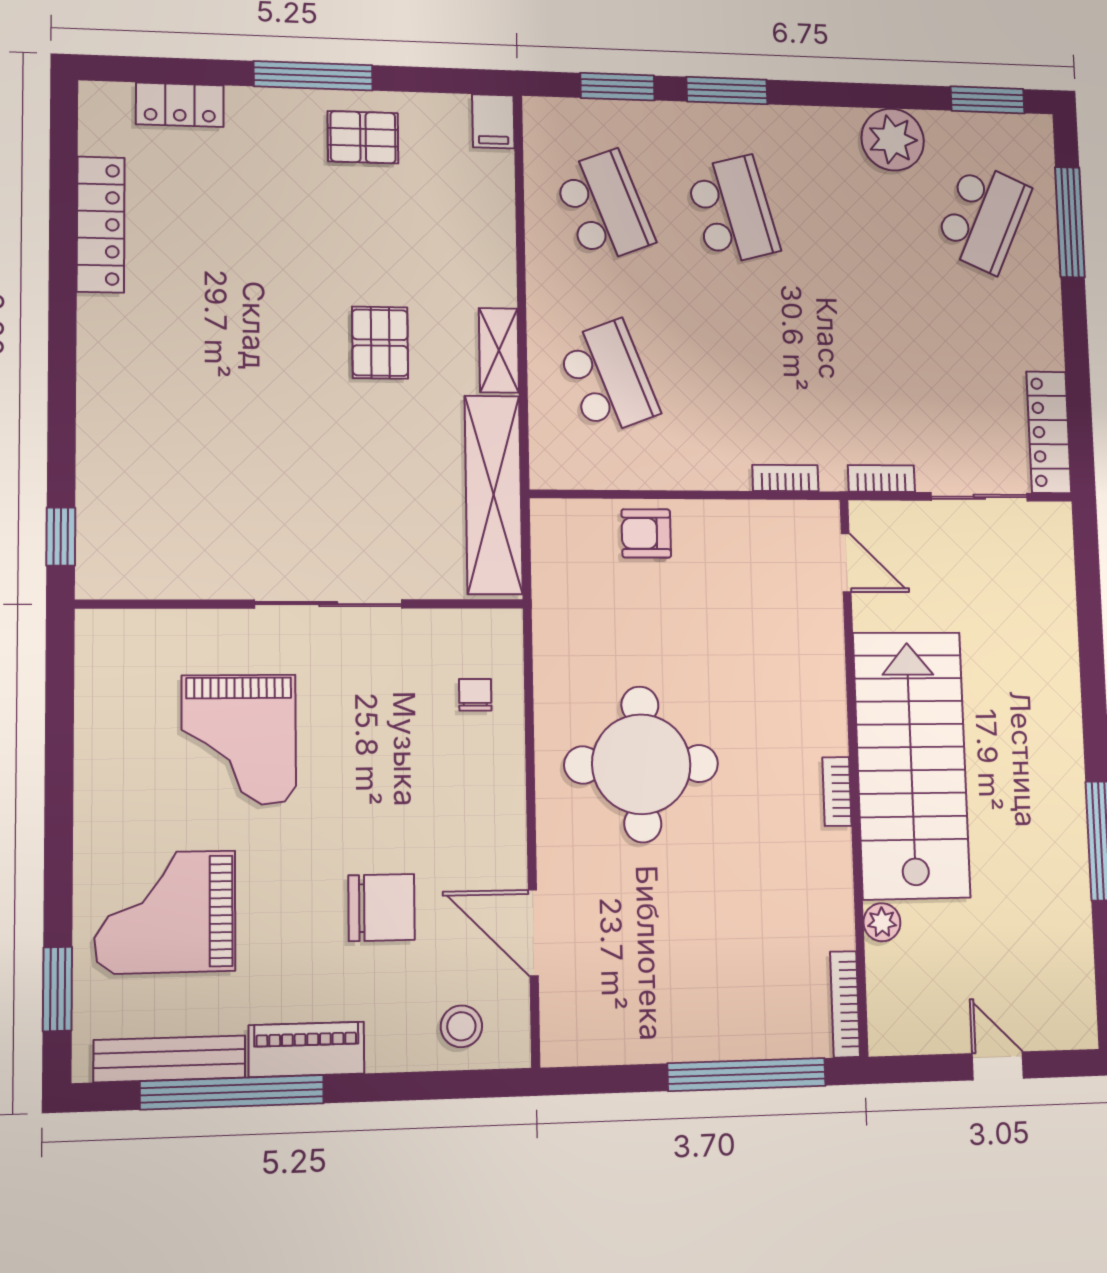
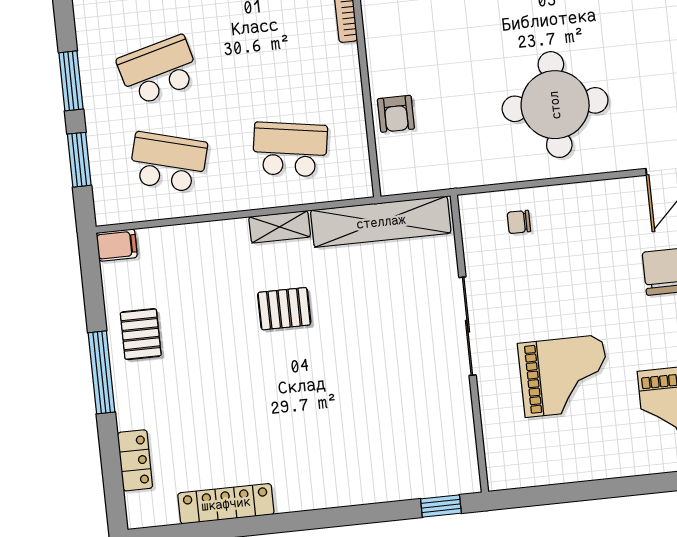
school desk: (604, 207) -> (168, 162), turned 36
school desk: (608, 378) -> (290, 149), turned 30

